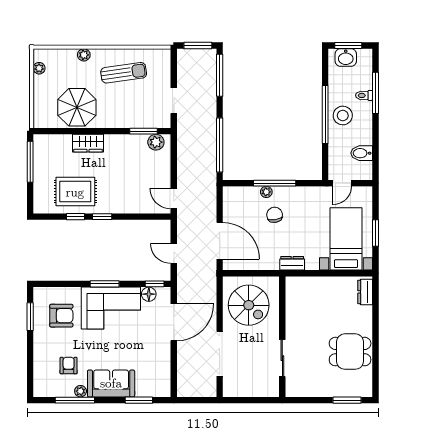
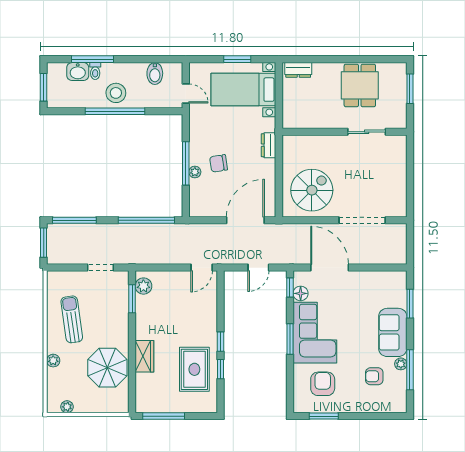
washbasin: (346, 57) -> (78, 71), moved, turned 90
wall: (282, 337) -> (344, 132), moved
sliding door: (282, 358) -> (367, 132), moved

